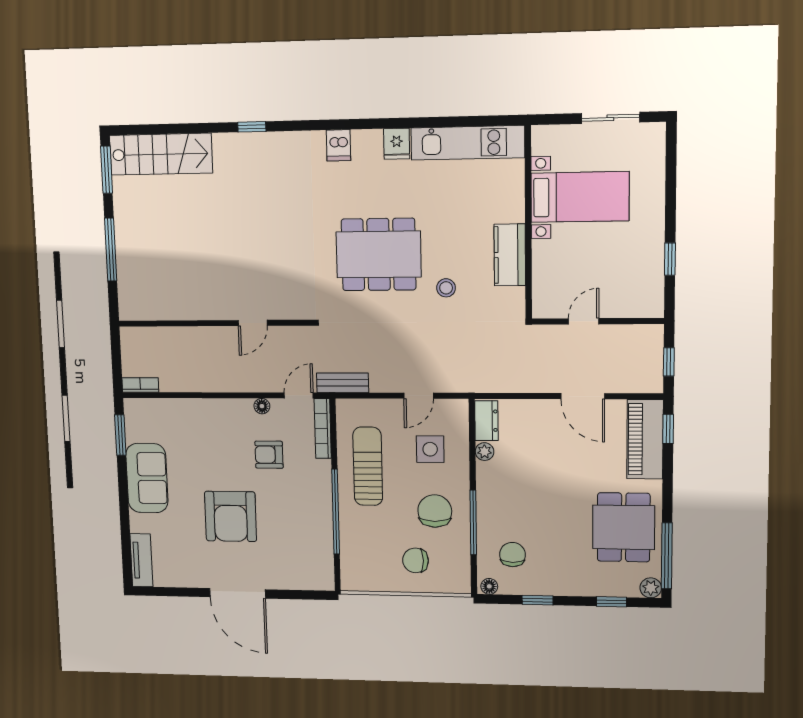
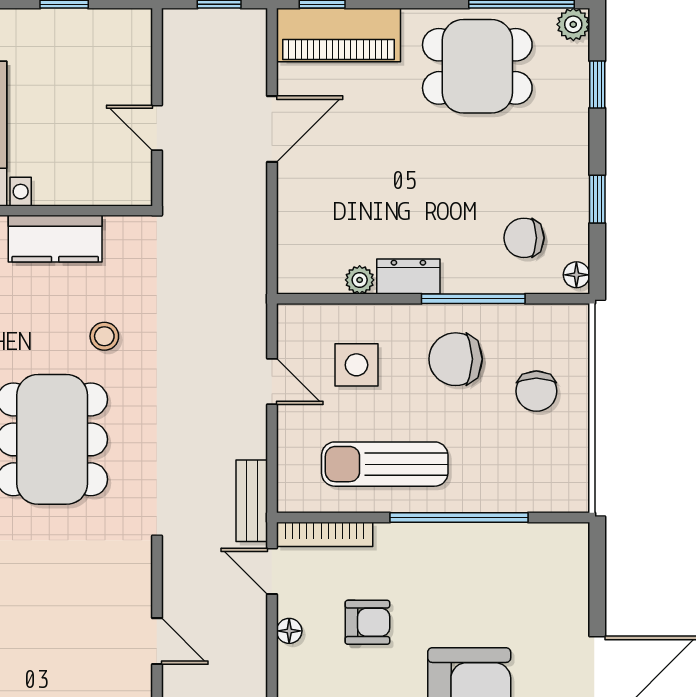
dresser: (486, 421) -> (408, 276), moved
armchair: (269, 455) -> (367, 622), turned -90

